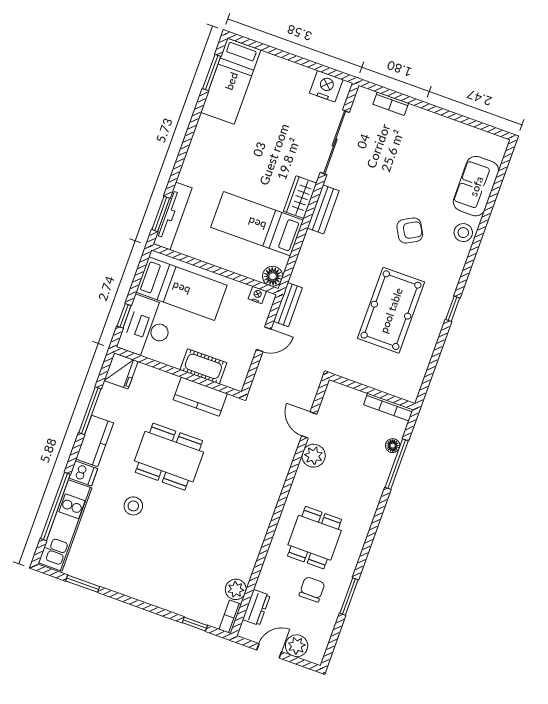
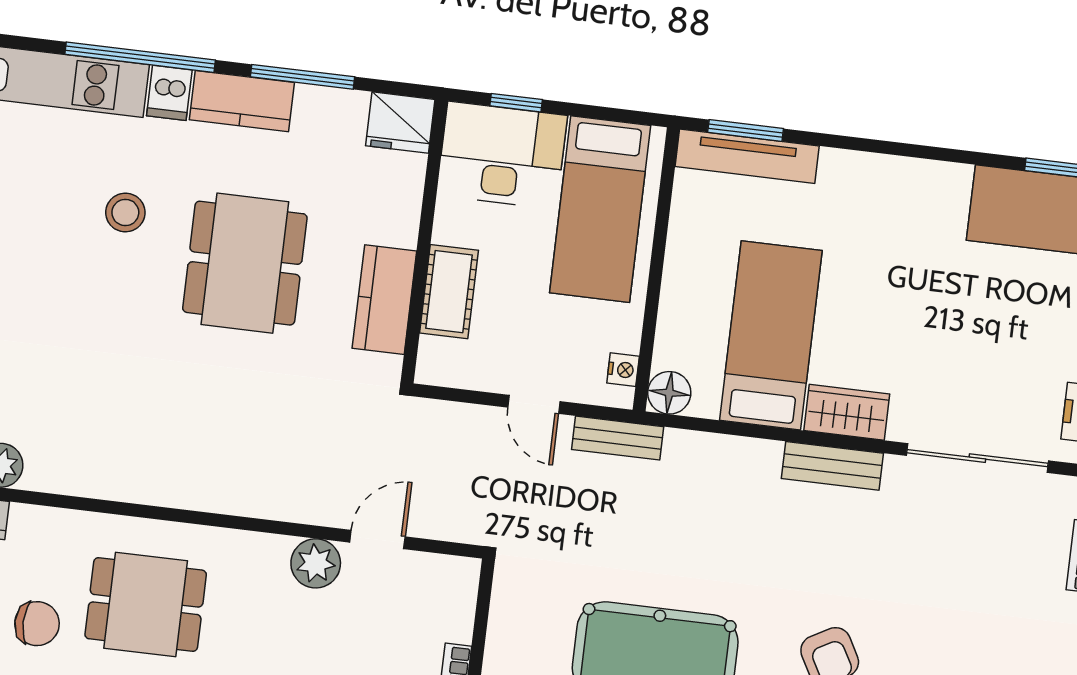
window: (55, 506) -> (140, 57), moved

